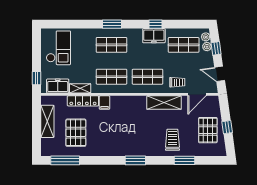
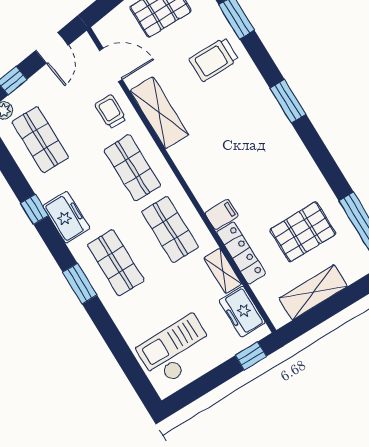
freezer: (154, 36) -> (66, 217), moved
plant: (207, 47) -> (19, 98), removed

